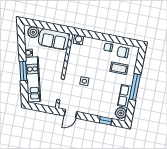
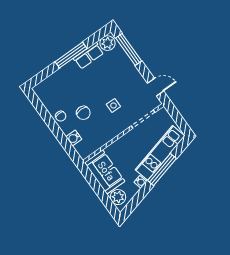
water cooler: (79, 40) -> (74, 138), moved
chair: (123, 52) -> (83, 113), moved
coffee table: (119, 68) -> (69, 87), removed
window: (23, 71) -> (162, 170), width x1.44
window: (106, 121) -> (129, 50), width x2.17

